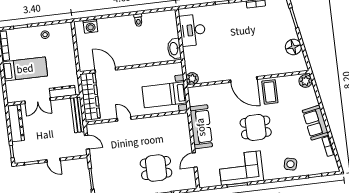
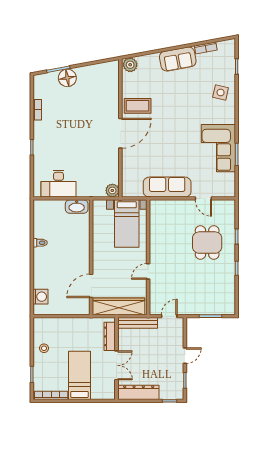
floor lamp: (293, 47) -> (67, 78), moved
dining table: (256, 127) -> (175, 126), removed

